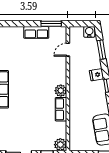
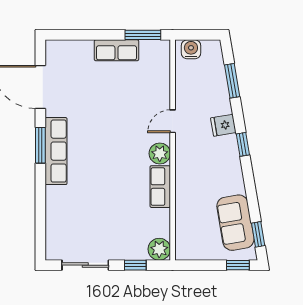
water cooler: (89, 32) -> (191, 49), moved
door: (68, 50) -> (173, 121), moved

